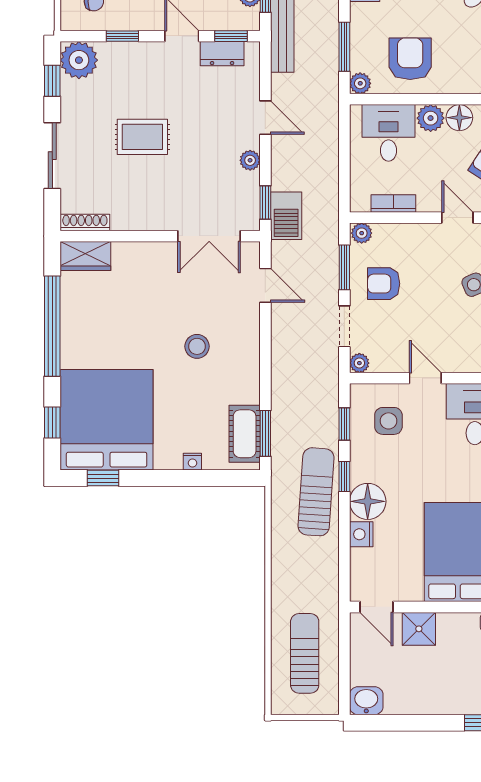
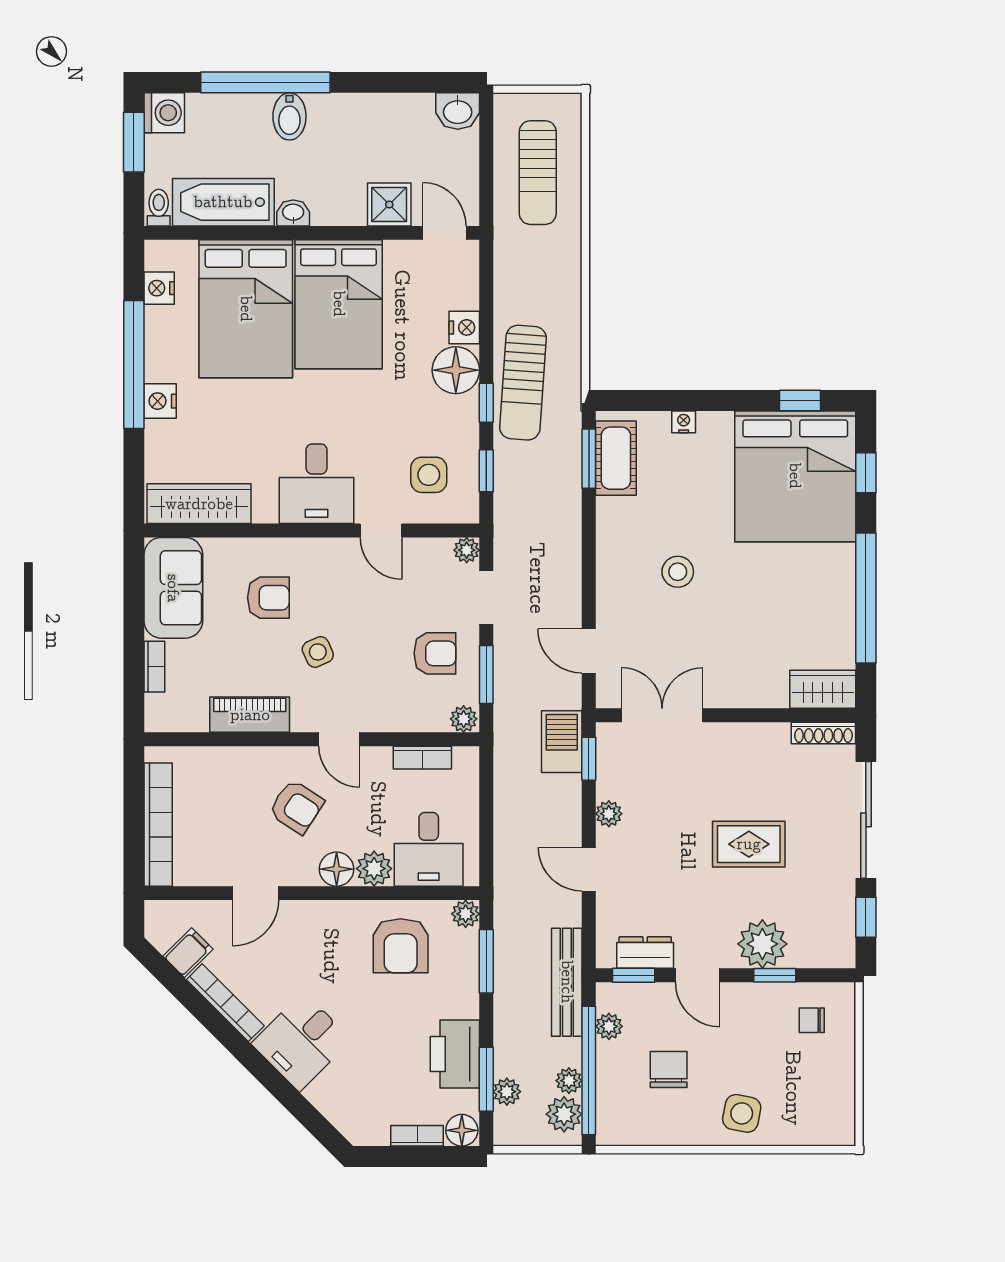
plant: (79, 60) -> (762, 944), moved
sliding door: (52, 156) -> (866, 820), width x1.37

